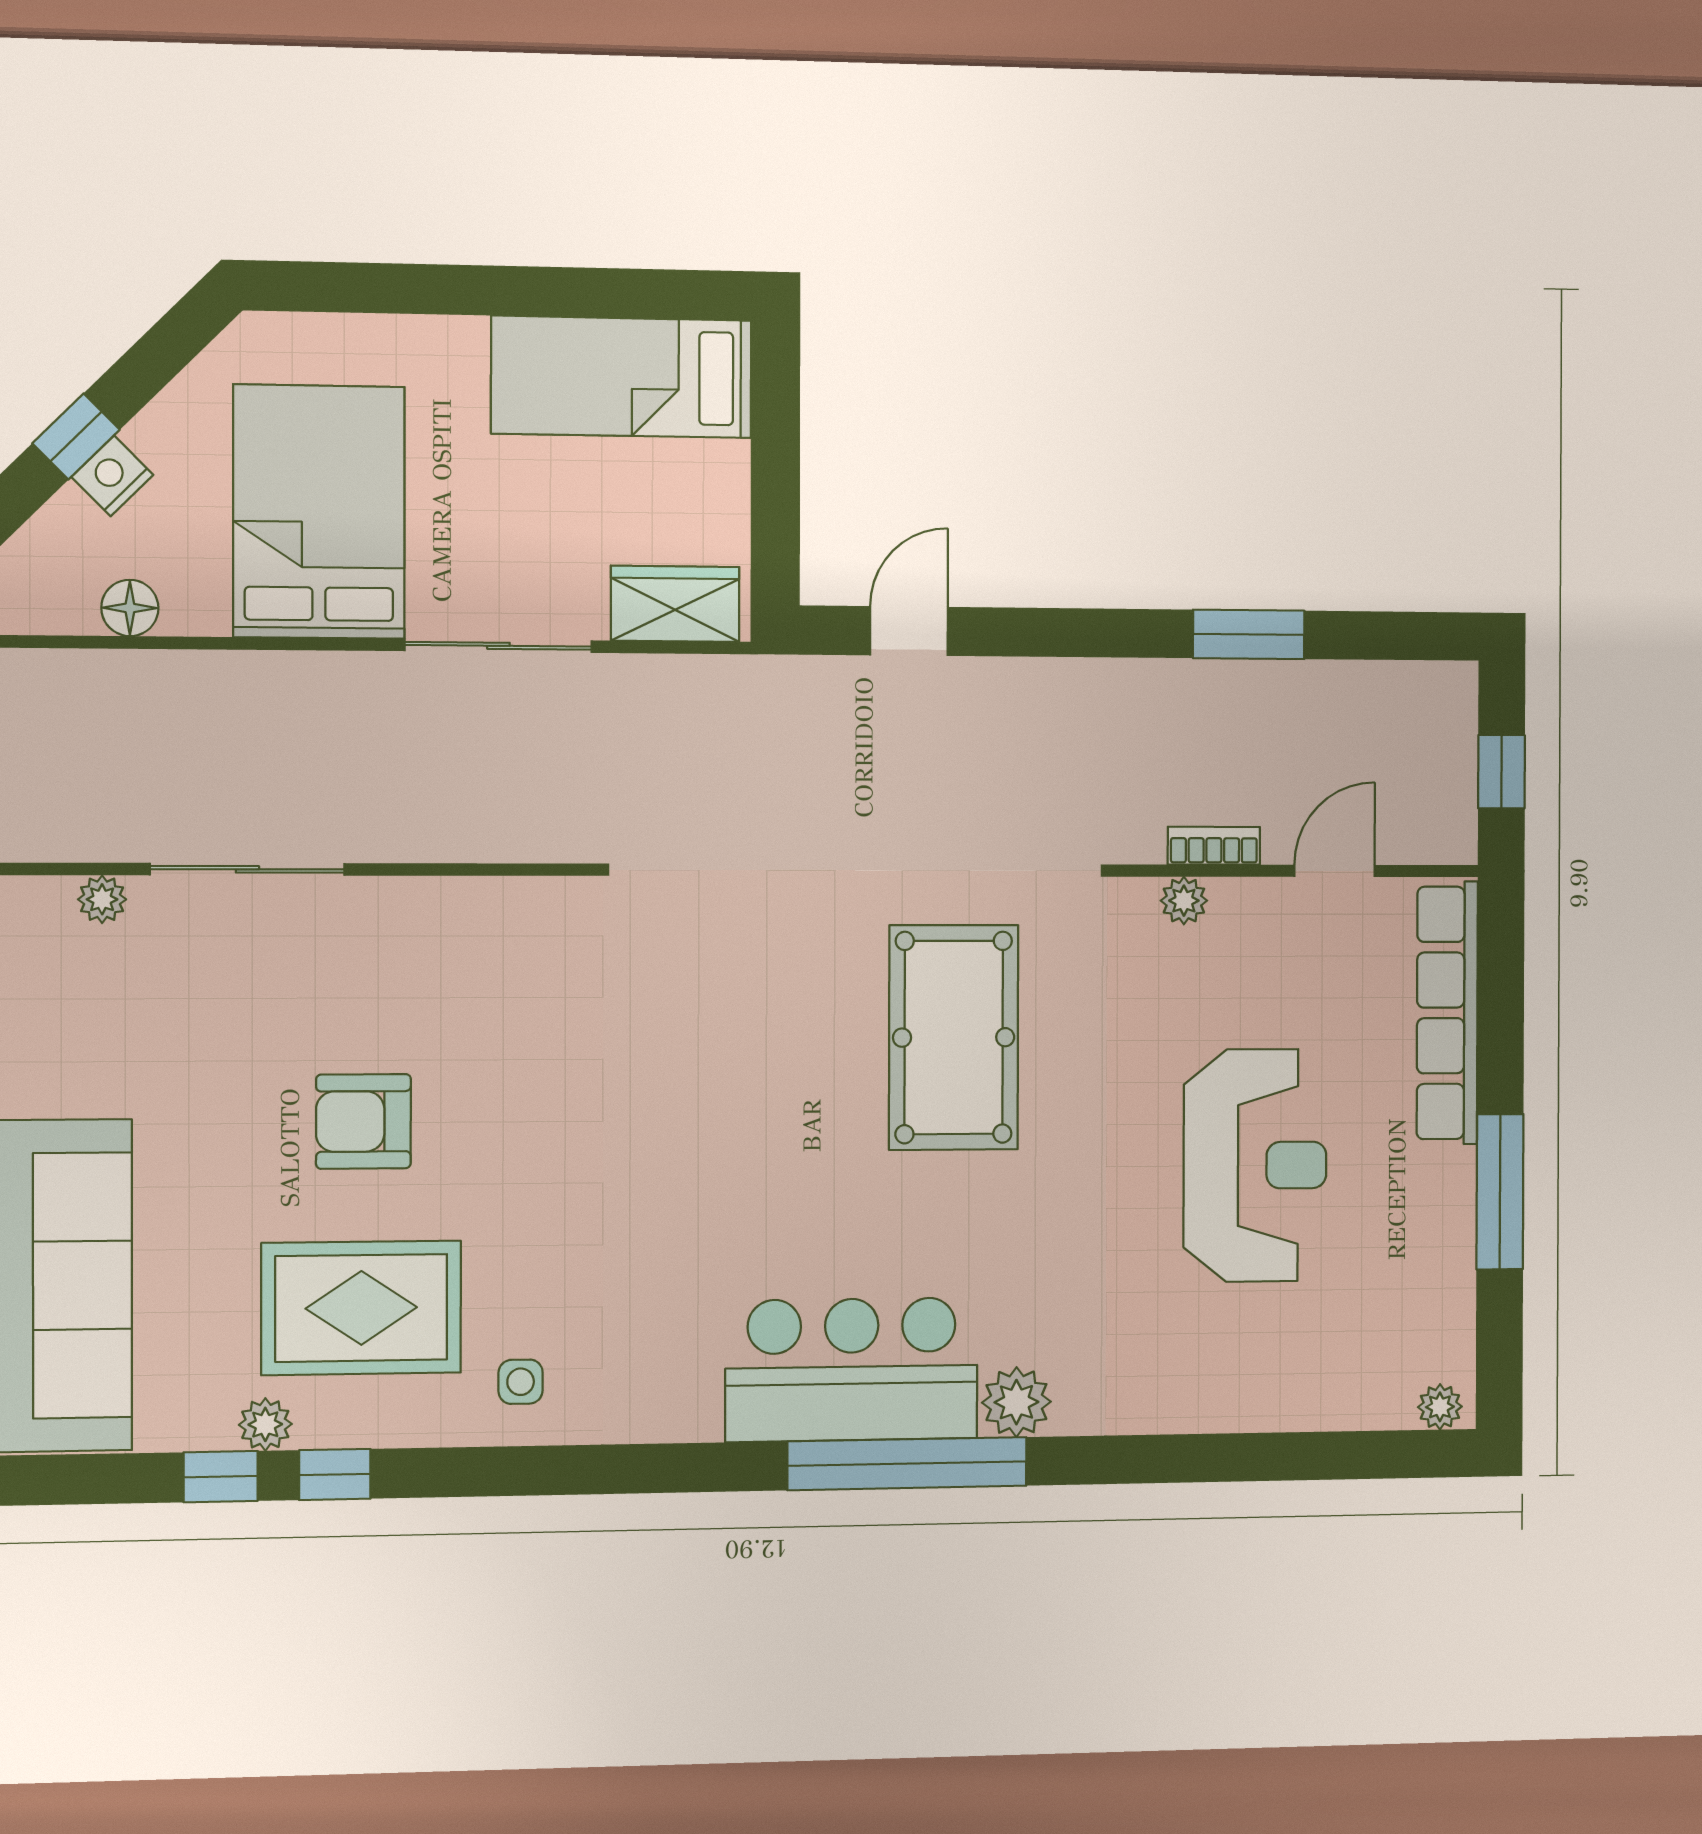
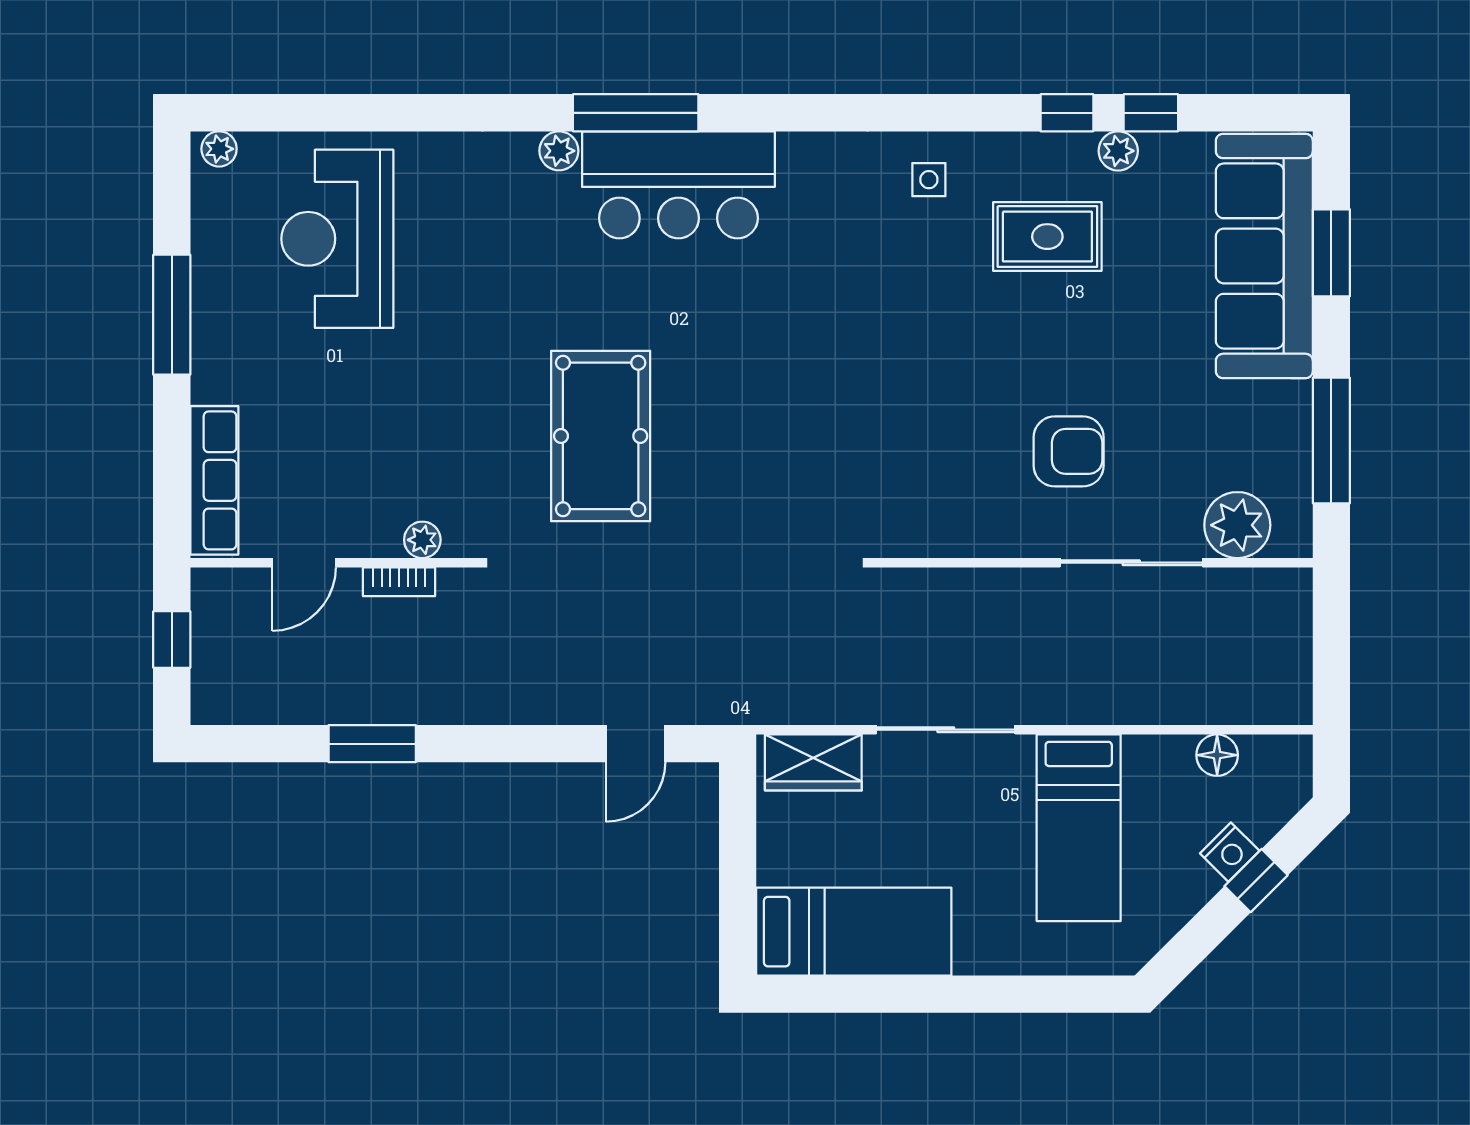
bed: (319, 512) -> (1079, 828), width x0.67
plant: (102, 899) -> (1237, 525), width x1.88, depth x1.88
row of seats: (1447, 1013) -> (214, 480), width x0.73
armchair: (363, 1121) -> (1069, 451), moved
reception desk: (1255, 1165) -> (337, 239), moved
rug: (361, 1308) -> (1047, 237), width x0.73, depth x0.70
plant: (1016, 1402) -> (559, 151), width x0.73, depth x0.73
window: (907, 1464) -> (636, 113), width x0.68

